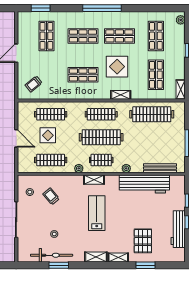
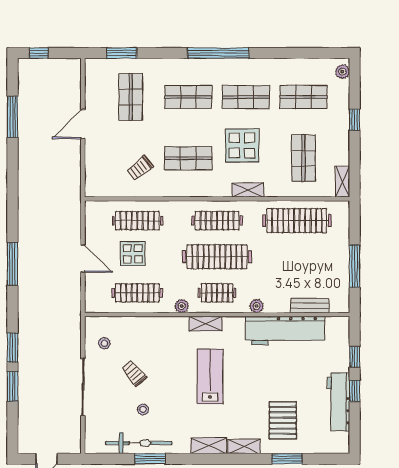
shop shelf: (156, 36) -> (303, 97), turned 90
trolley: (34, 84) -> (140, 168), moved
bench: (160, 168) -> (310, 306), width x0.73
trolley: (51, 196) -> (134, 373), moved

